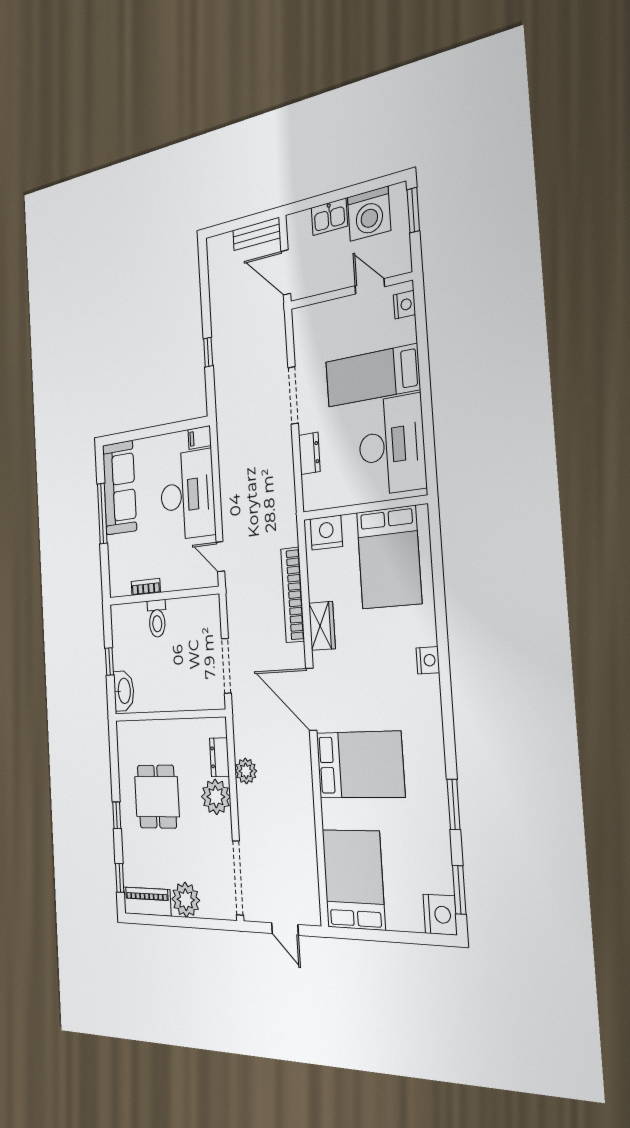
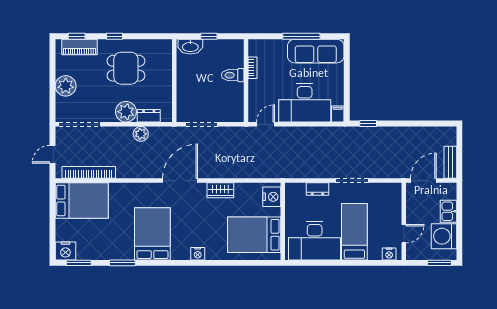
window: (208, 352) -> (368, 124), moved
bookcase: (293, 595) -> (89, 172), moved
bed: (360, 765) -> (152, 234), moved, turned 180
piano: (147, 901) -> (80, 47), moved, turned 90

